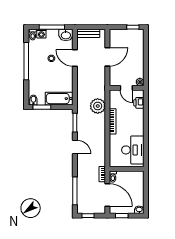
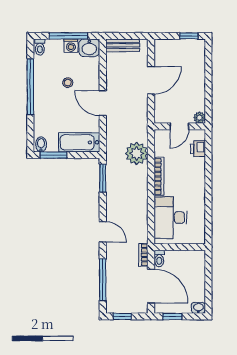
washing machine: (41, 34) -> (71, 46), moved
door: (75, 58) -> (103, 103), moved
door: (126, 88) -> (179, 126), hinge flipped
door: (75, 147) -> (103, 232), moved
desk: (133, 150) -> (170, 218), moved, turned 180

